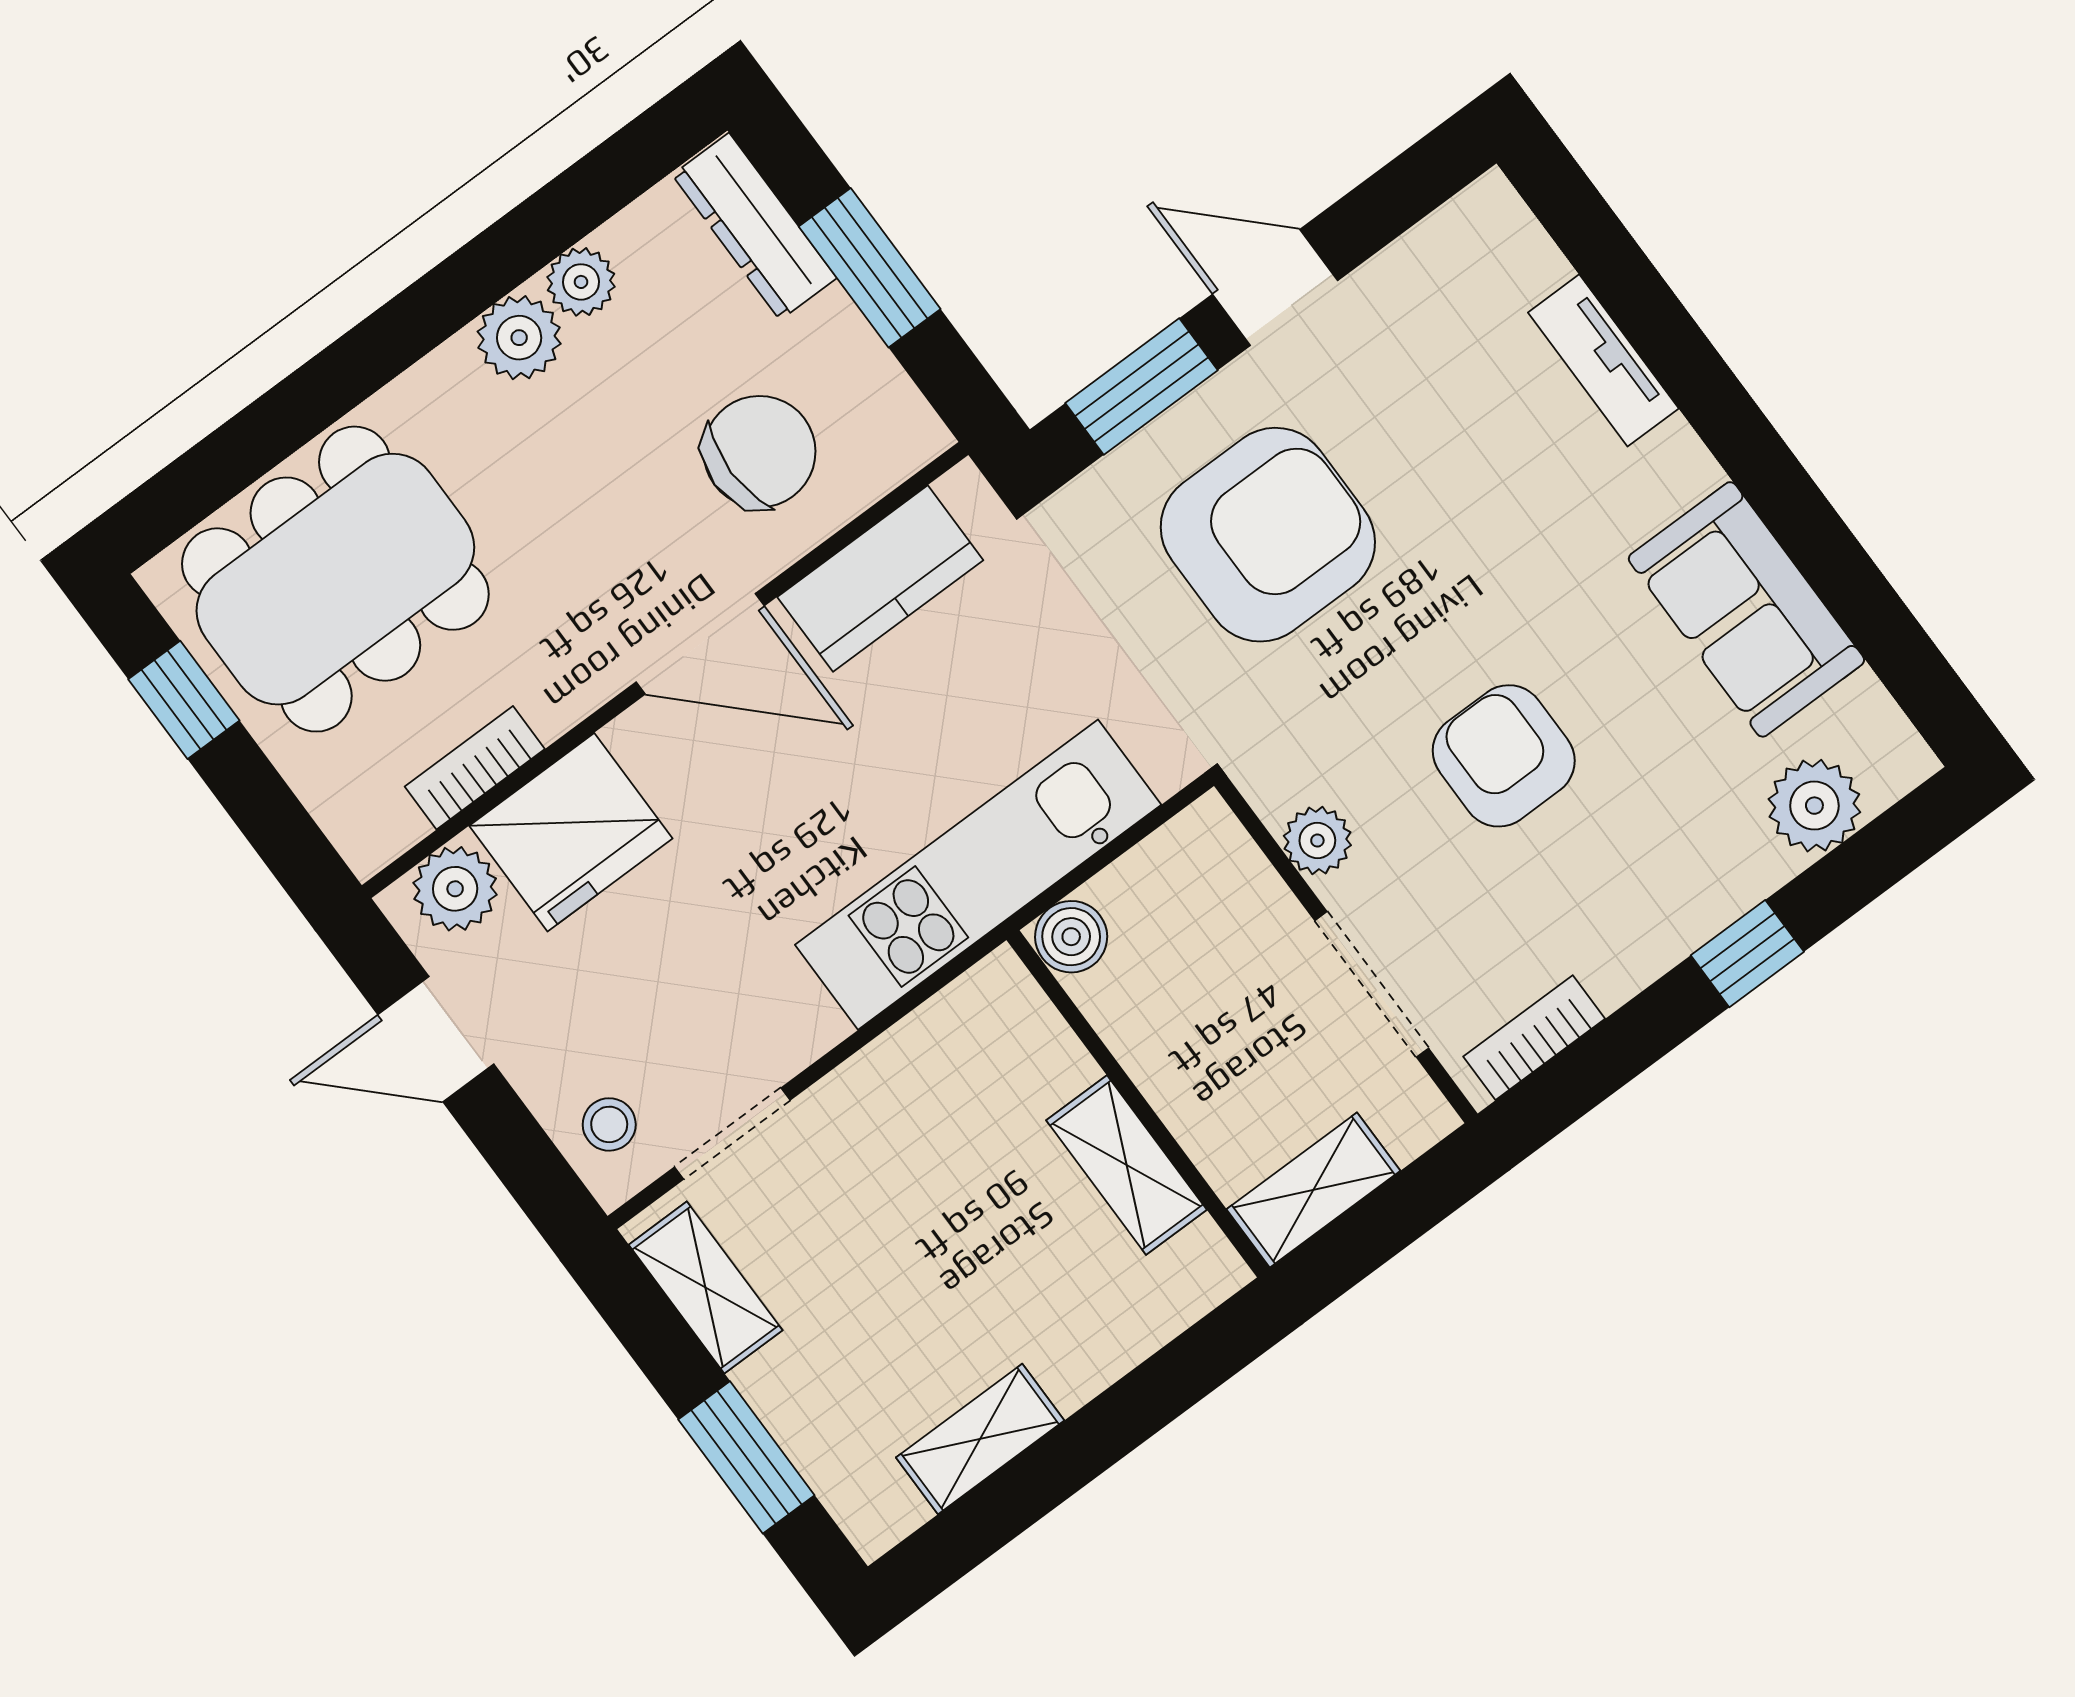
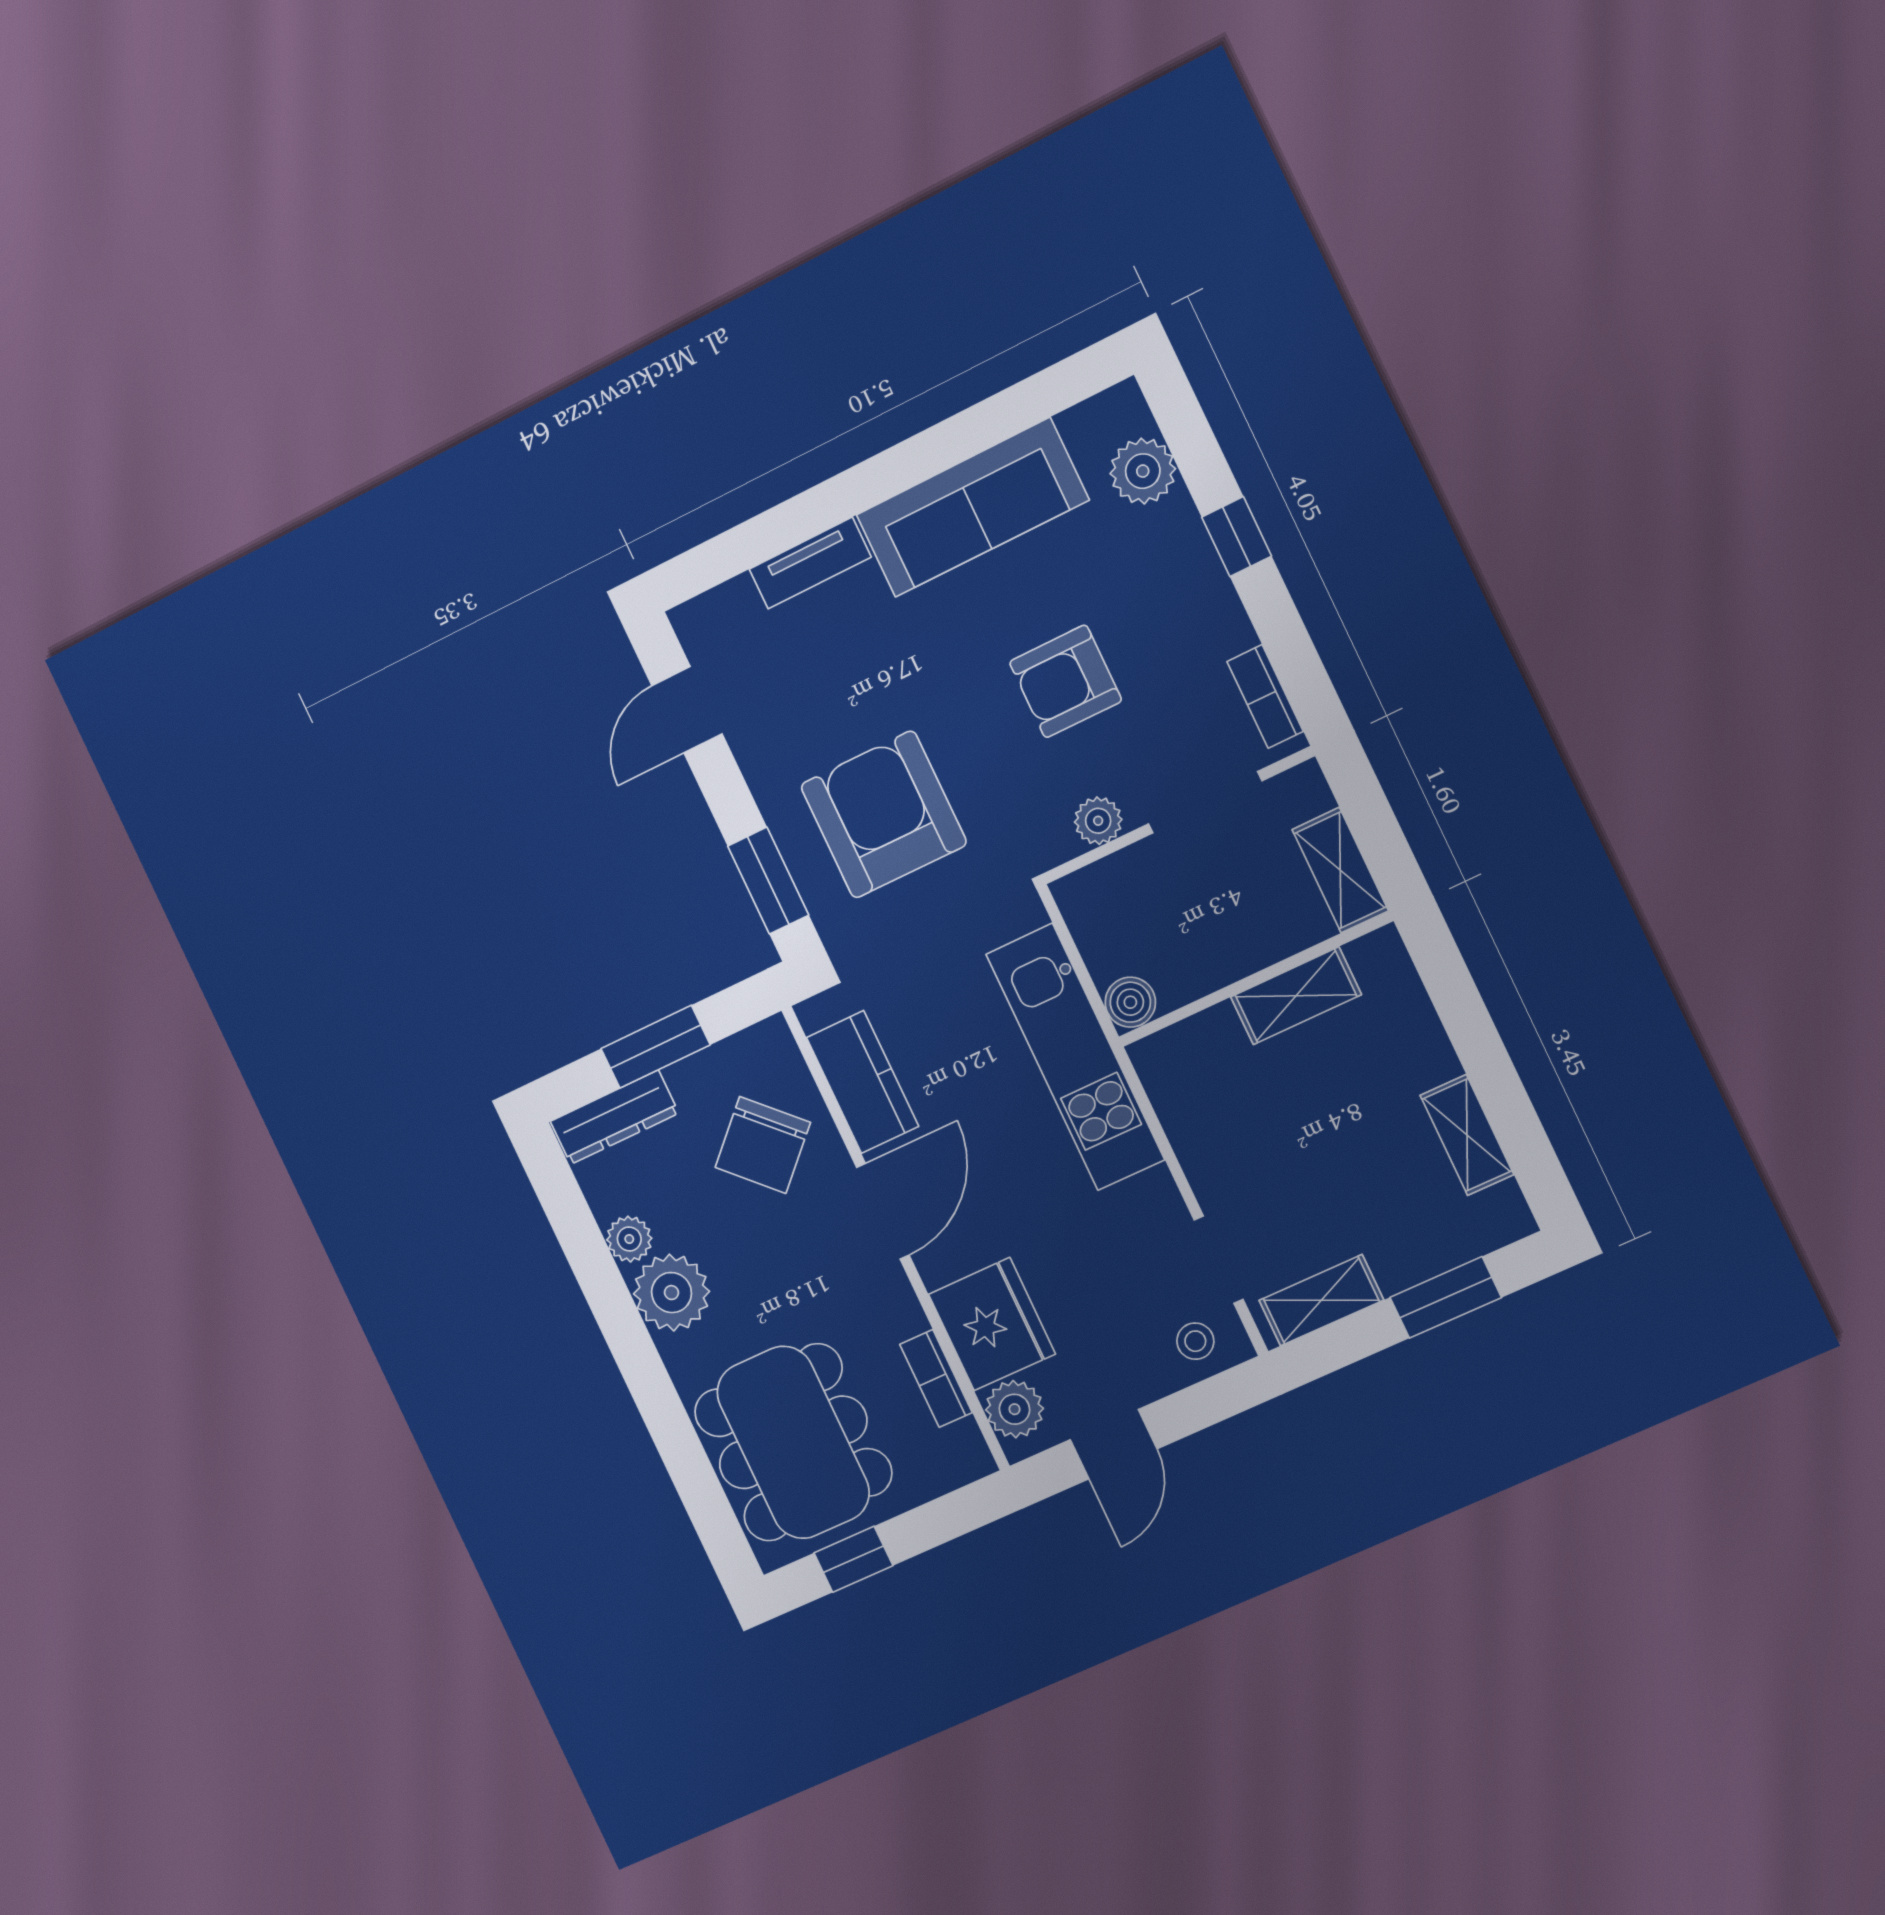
door: (1275, 287) -> (687, 710), moved
plant: (519, 338) -> (672, 1293), width x1.36, depth x1.36
chair: (759, 452) -> (763, 1145), turned -135
sofa: (1746, 609) -> (972, 508), width x1.36

